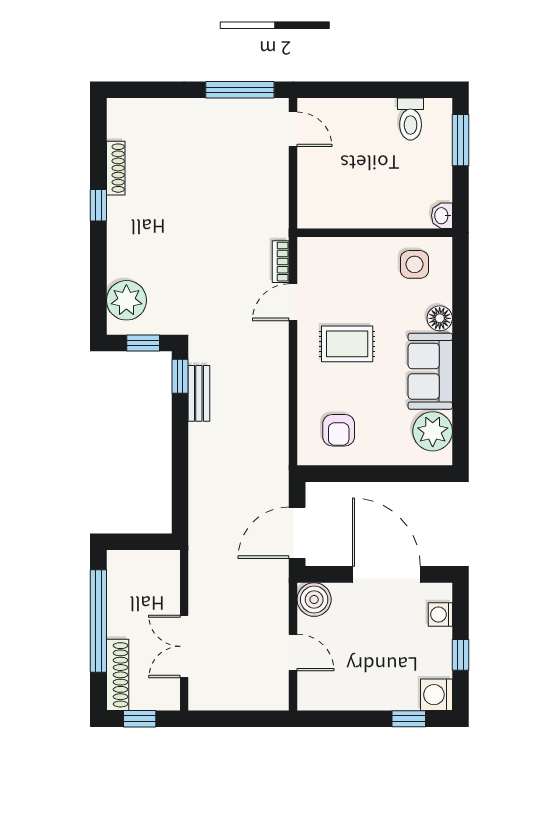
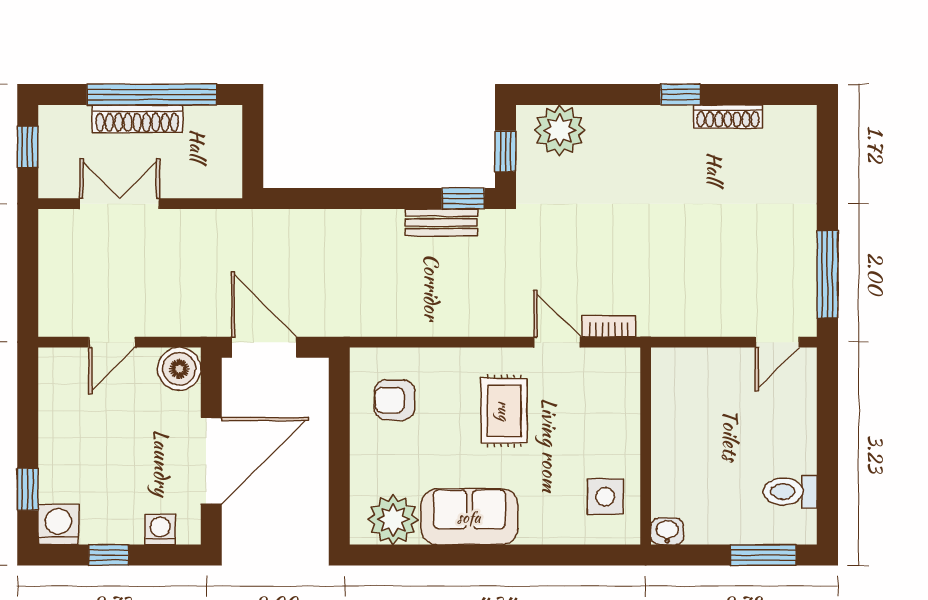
floor lamp: (440, 318) -> (537, 529), removed
shoe rack: (118, 675) -> (137, 119), moved

